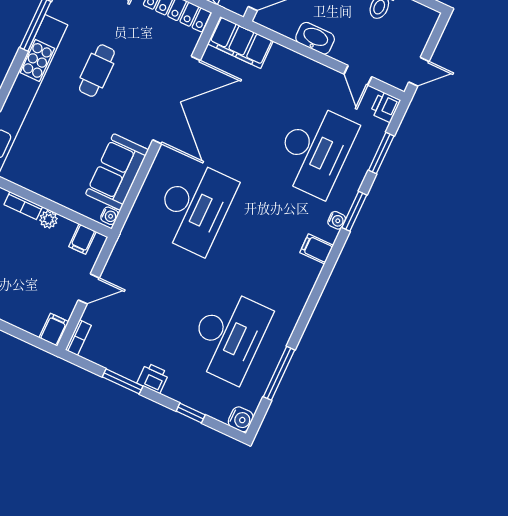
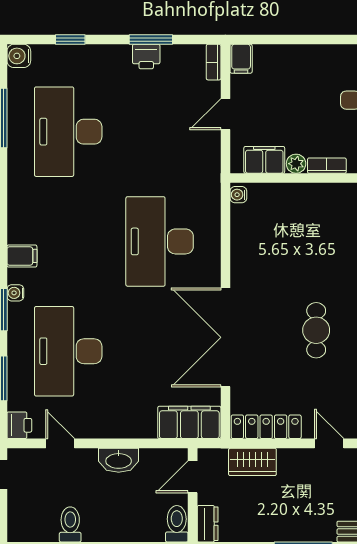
sofa: (117, 172) -> (251, 241), removed
filing cabinet: (82, 239) -> (264, 160), width x2.00
printer: (153, 378) -> (146, 57), moved

